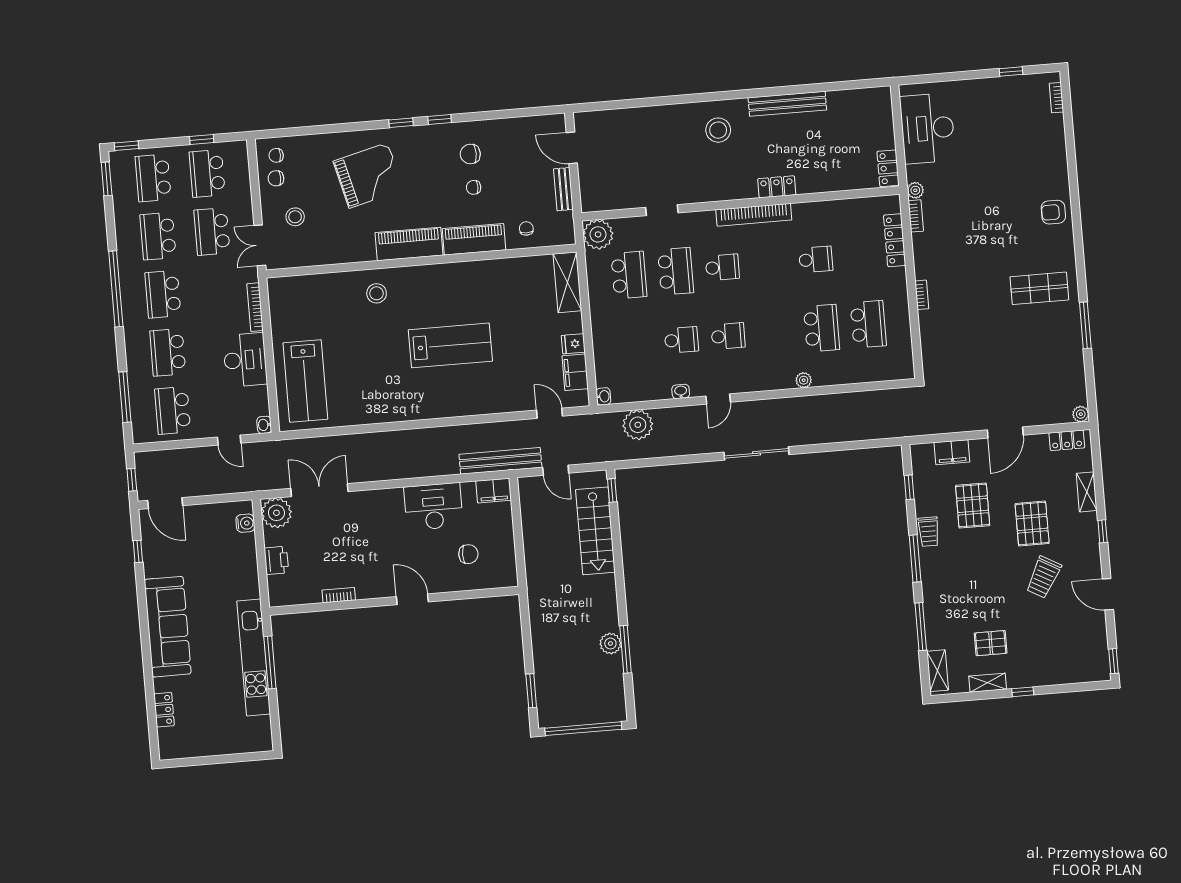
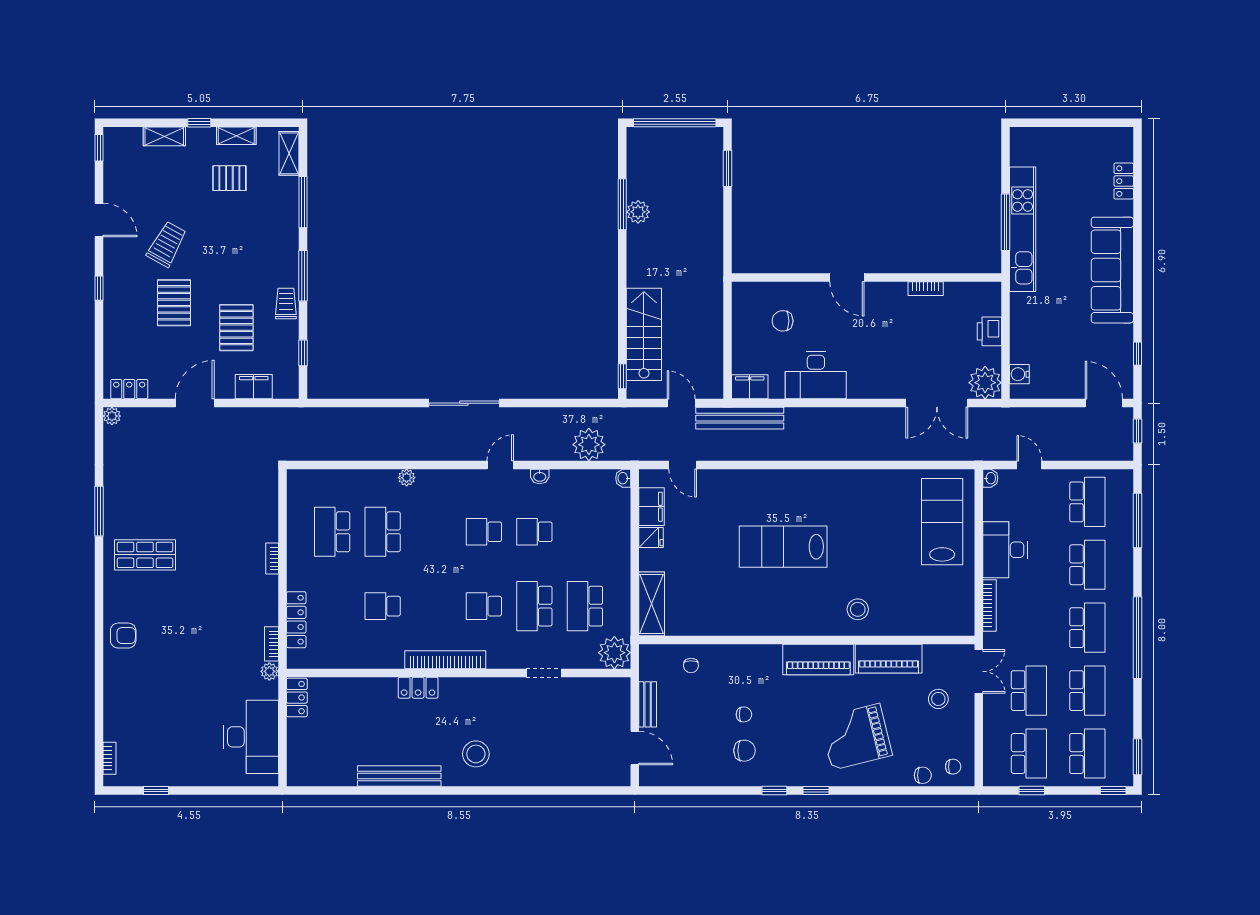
chair: (276, 178) -> (923, 775), moved
piano: (474, 239) -> (889, 659), moved
shelving: (1087, 492) -> (164, 136), moved, turned 90

